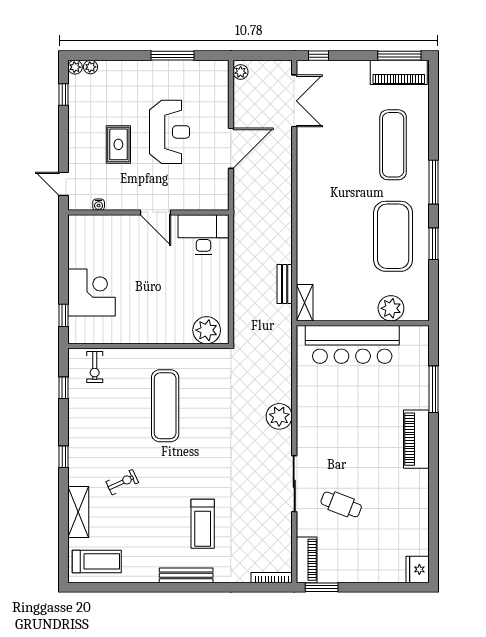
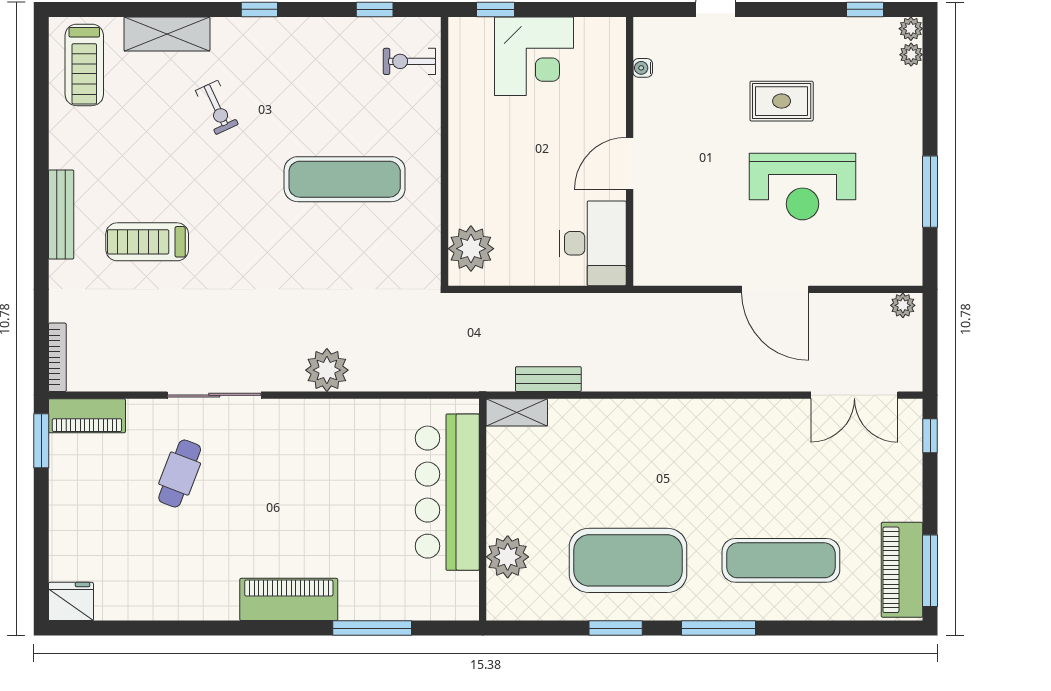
water cooler: (99, 205) -> (643, 68), moved
wall: (148, 212) -> (630, 151), moved
door: (156, 212) -> (630, 163), moved
desk: (203, 235) -> (593, 243), moved

